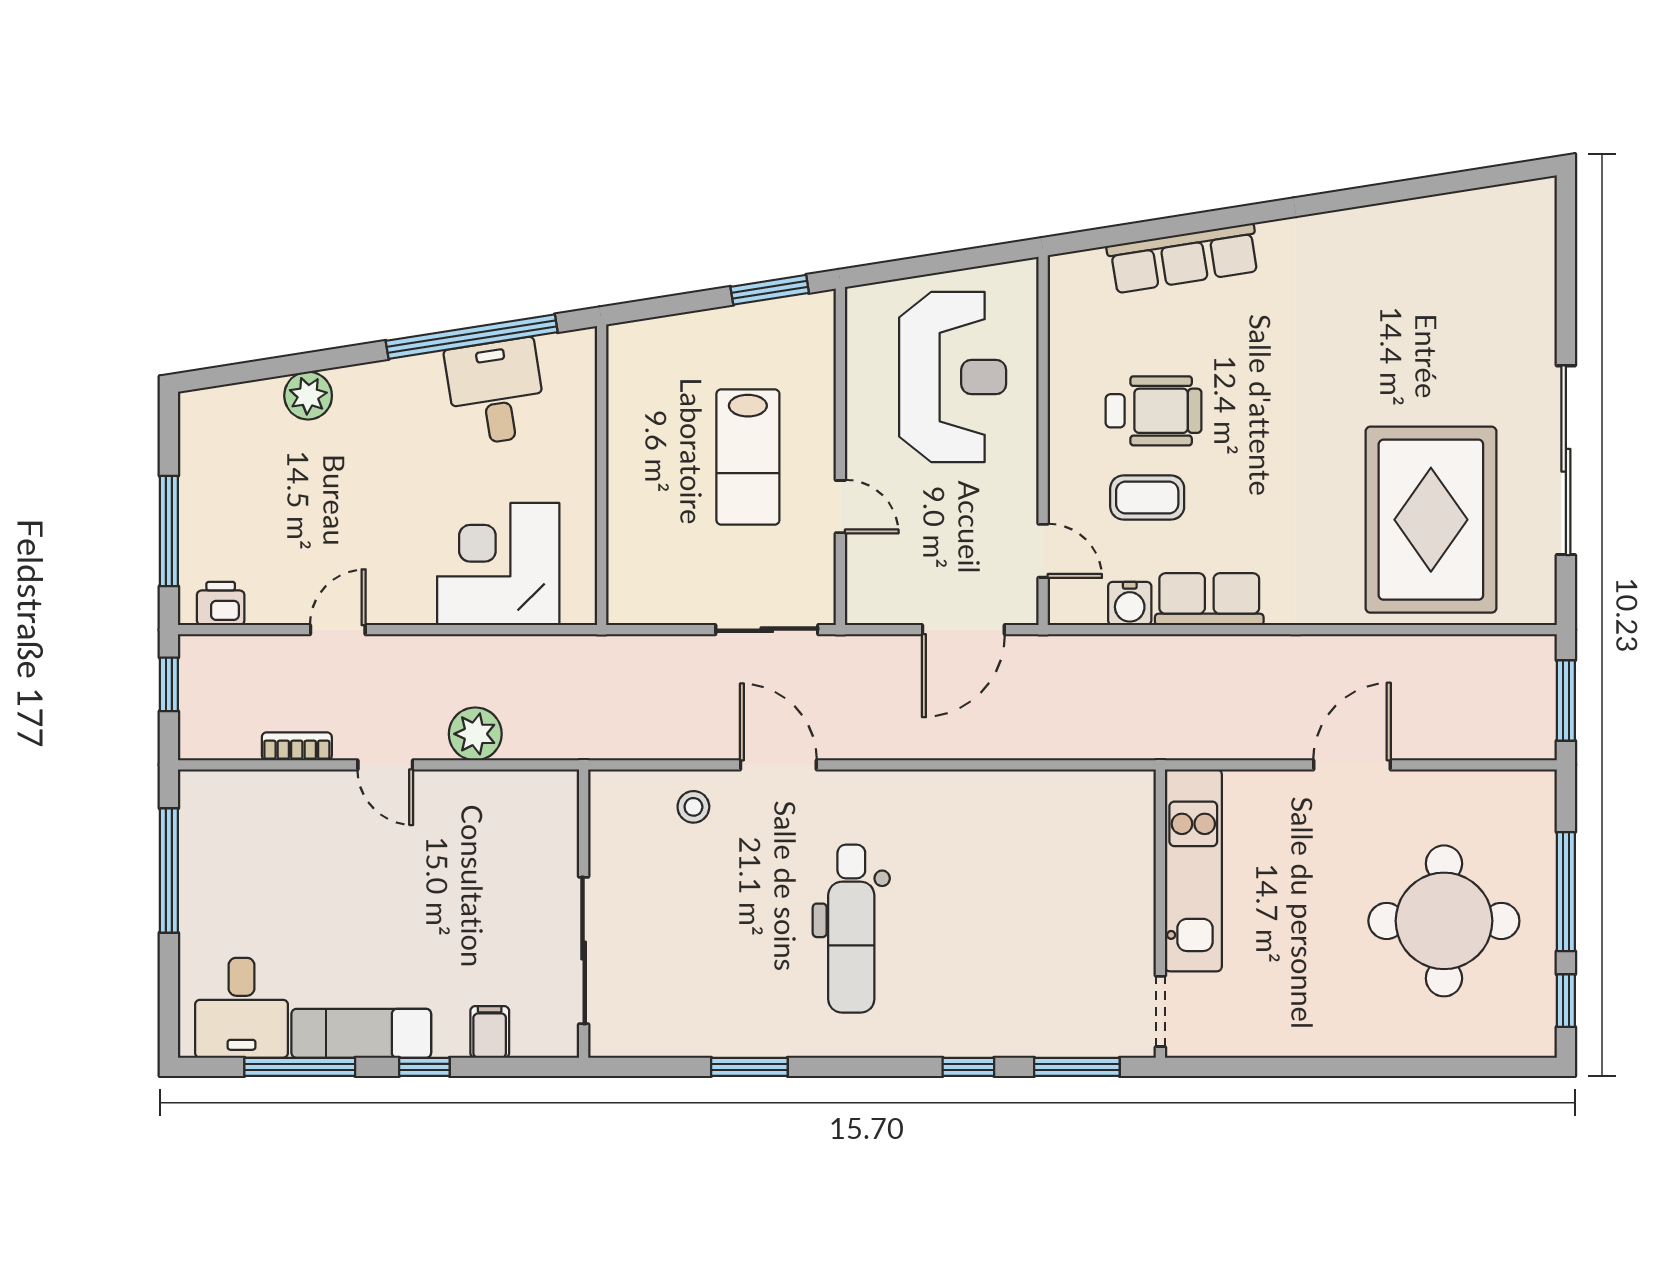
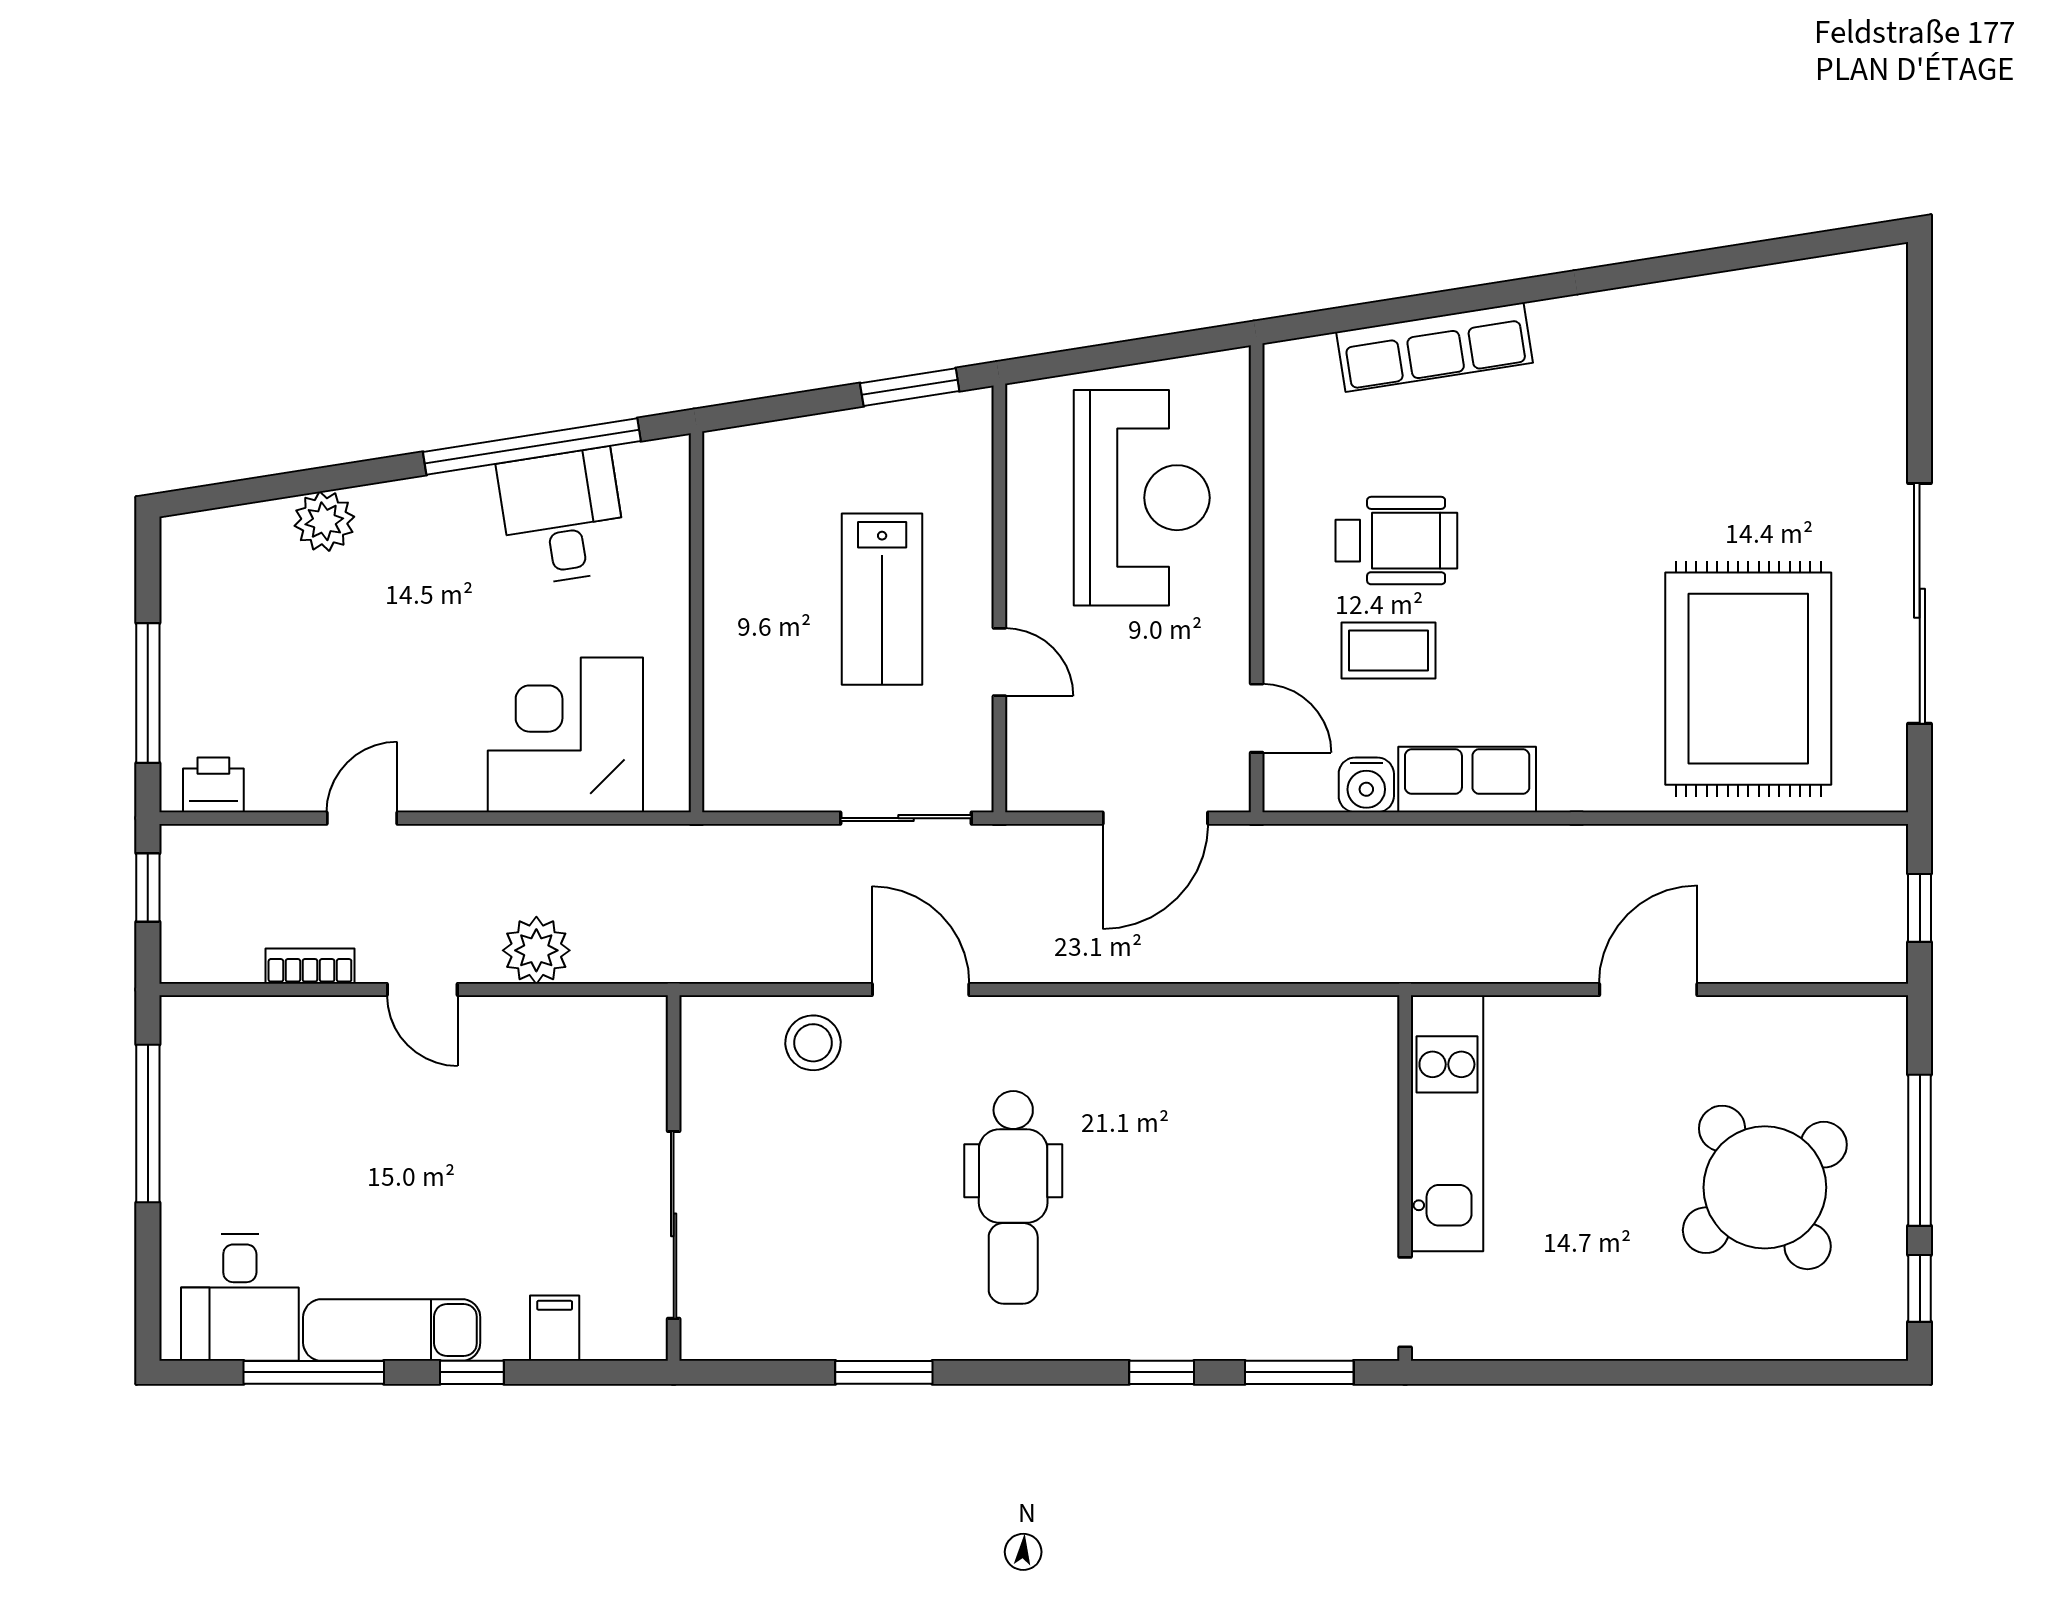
window: (1566, 701) -> (1920, 908), width x0.67
stool: (693, 807) -> (813, 1043), width x1.37, depth x1.37
round table: (1444, 921) -> (1765, 1187), turned -36

